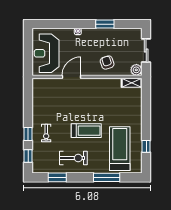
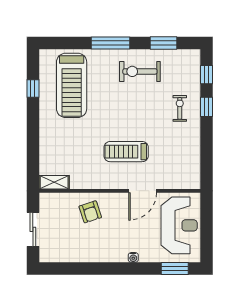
window: (105, 24) -> (175, 268), moved
plant: (136, 70) -> (47, 201), removed
treadmill: (86, 131) -> (126, 152), moved
window: (107, 177) -> (111, 43), moved

